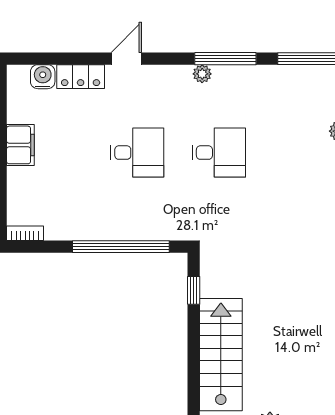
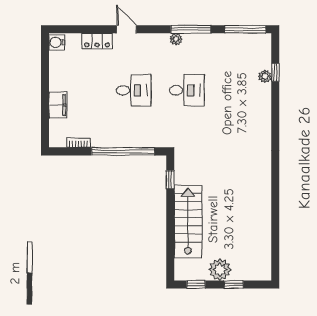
door: (126, 59) -> (127, 29), hinge flipped
water cooler: (43, 77) -> (57, 42), moved, turned -90
filing cabinet: (20, 145) -> (58, 105), moved
bookcase: (25, 233) -> (79, 143), moved

